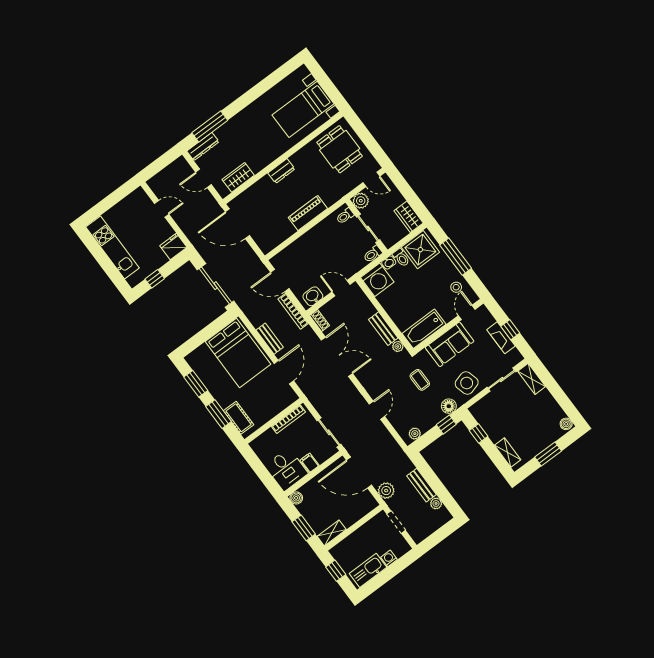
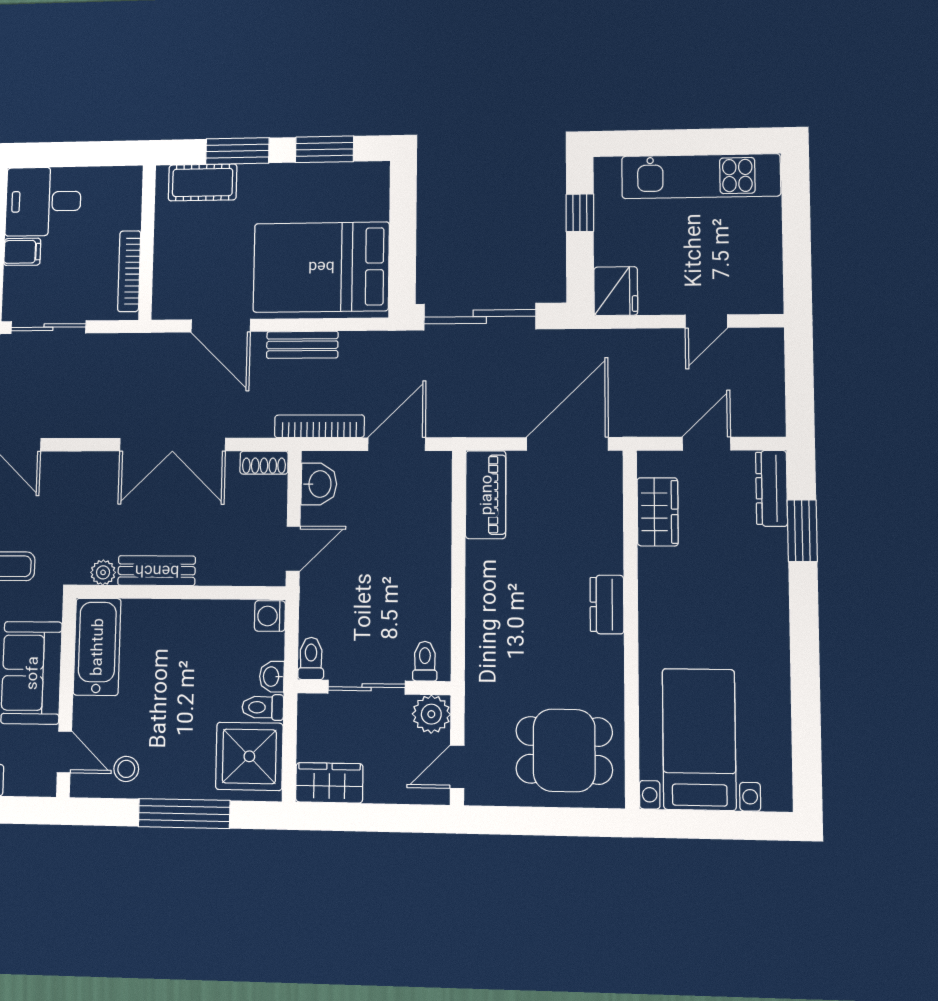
window: (210, 127) -> (802, 531), width x0.69
piano: (308, 213) -> (486, 495), moved
washing machine: (377, 280) -> (270, 616), width x0.53, depth x0.53

